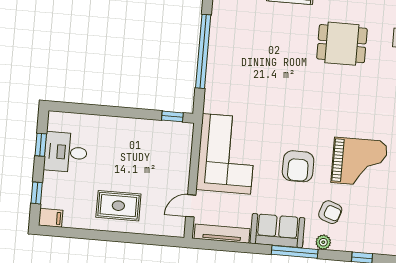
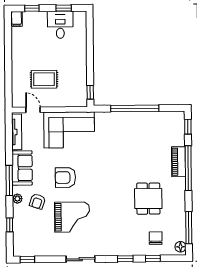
grand piano: (359, 162) -> (72, 217), turned -90
rug: (118, 206) -> (44, 79), moved, turned 90

